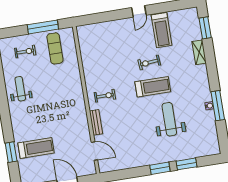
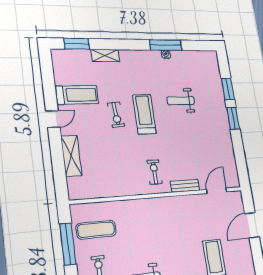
door: (139, 11) -> (53, 119), hinge flipped
shelving: (111, 27) -> (71, 156), added
weight bench: (169, 119) -> (181, 101), width x0.73, depth x0.75

